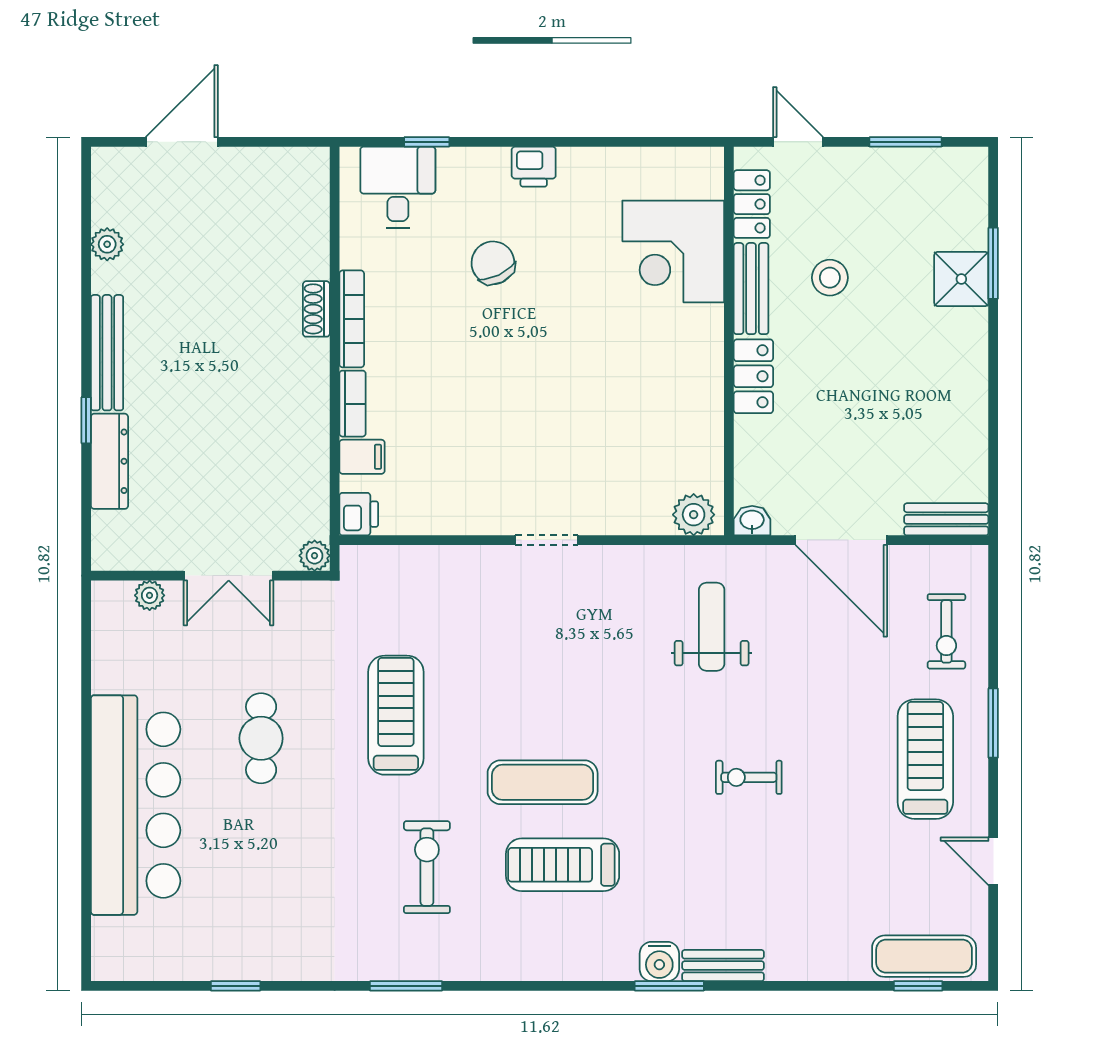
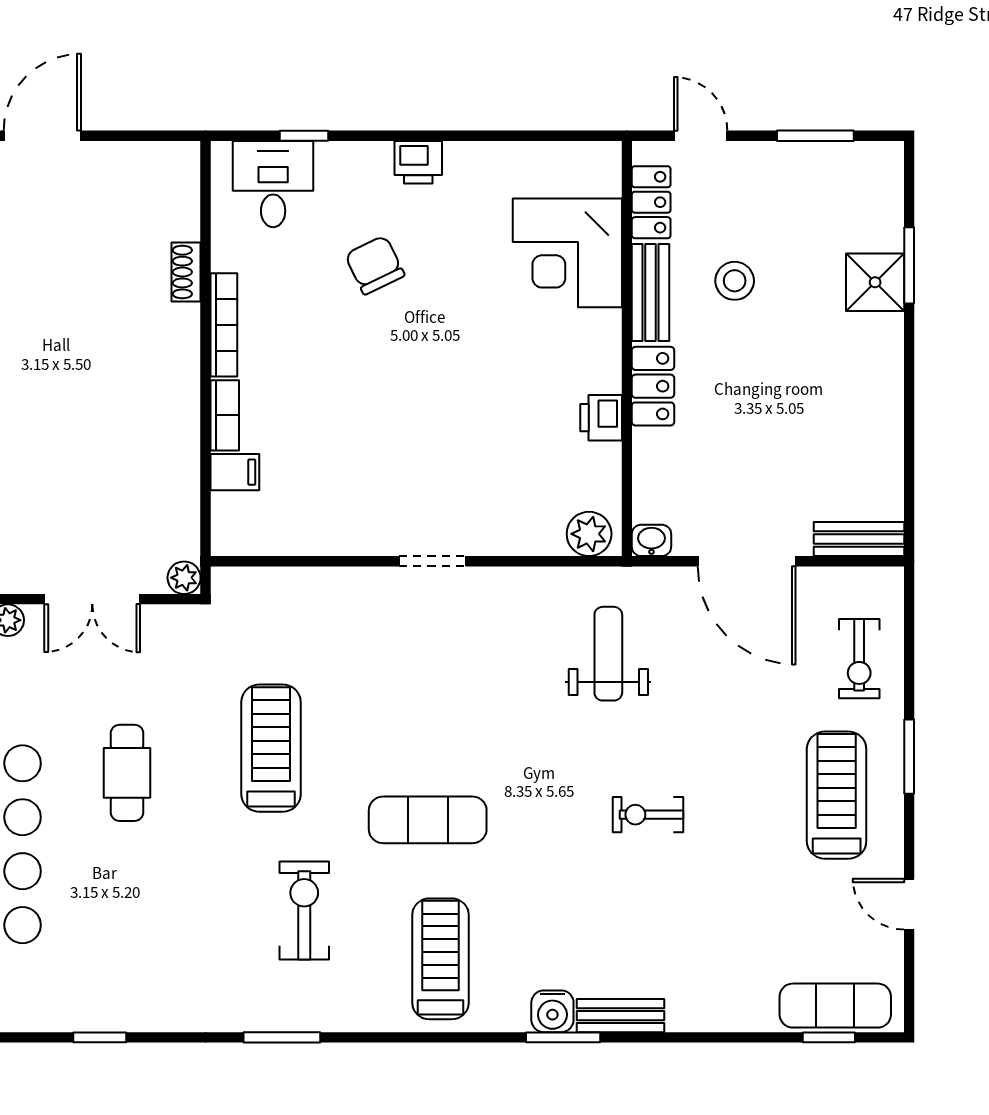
shoe rack: (316, 309) -> (186, 272), moved
printer: (359, 514) -> (601, 418), moved, turned 180
treadmill: (563, 865) -> (440, 959), moved, turned 90

